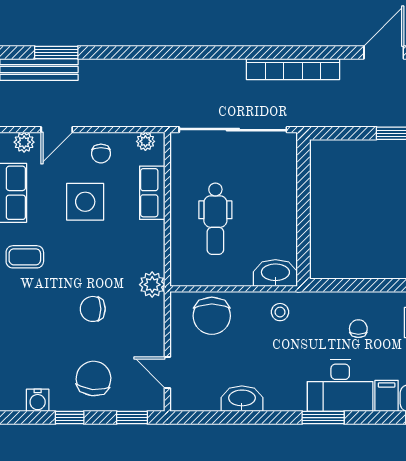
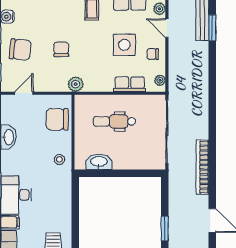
washbasin: (275, 273) -> (99, 162), moved, turned -90
chair: (358, 329) -> (50, 206), removed

